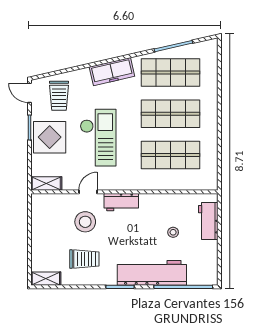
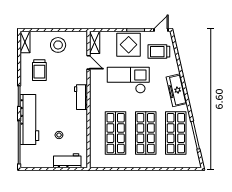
checkout: (98, 138) -> (128, 80), turned 180
door: (88, 192) -> (89, 62), moved
stool: (85, 222) -> (58, 45), moved

